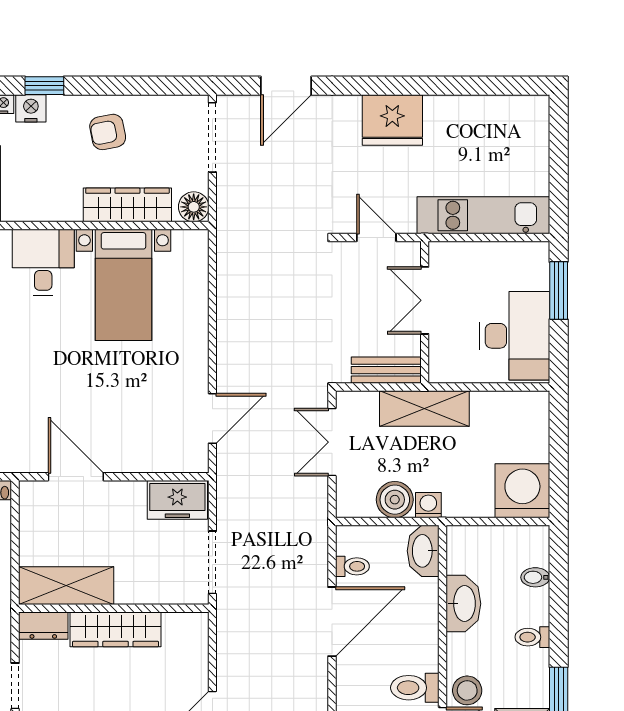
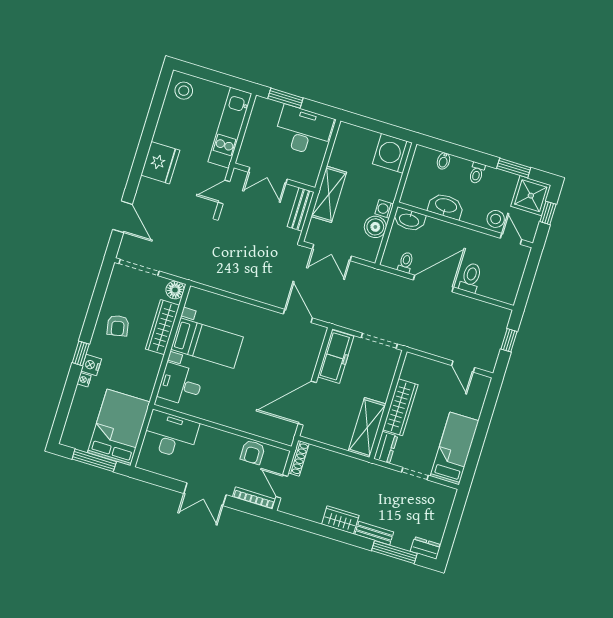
stool: (520, 122) -> (184, 91), added
door: (76, 477) -> (307, 403), width x1.36
freezer: (177, 500) -> (336, 357), width x1.40
door: (332, 622) -> (433, 283), hinge flipped
toilet: (415, 688) -> (471, 278), moved, turned 180

